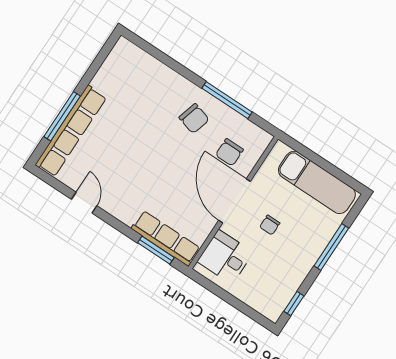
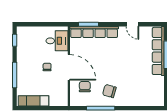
exam couch: (317, 182) -> (34, 101), width x0.73, depth x0.69
row of seats: (166, 238) -> (94, 32), width x1.36

